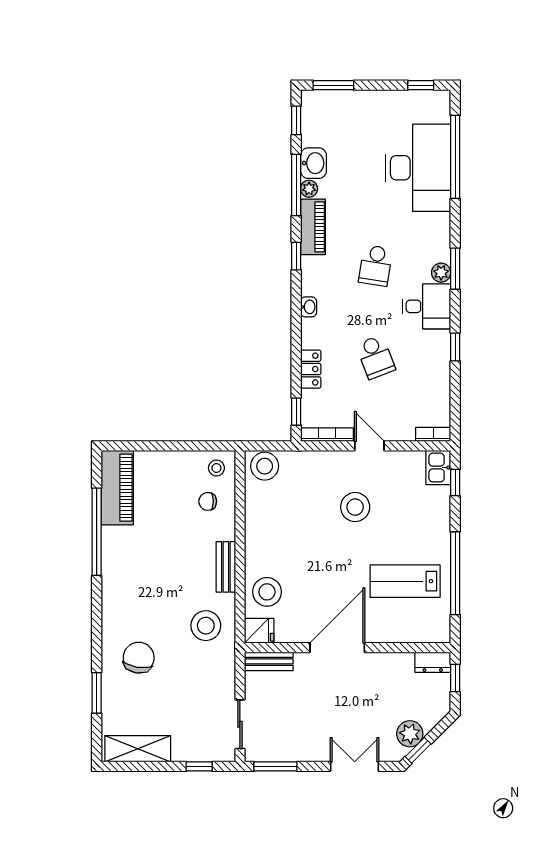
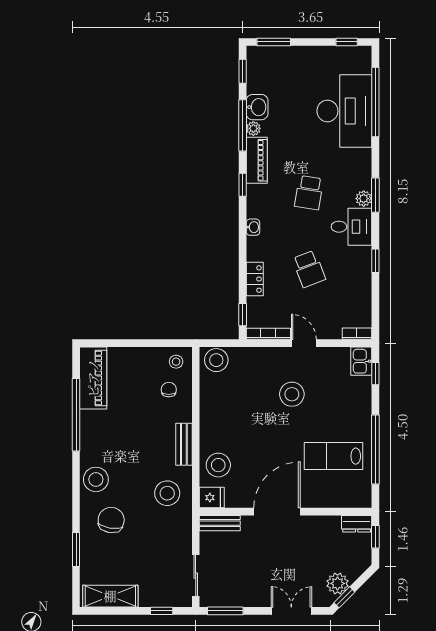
chair: (208, 501) -> (169, 390), turned 90
stool: (120, 609) -> (96, 479), added

